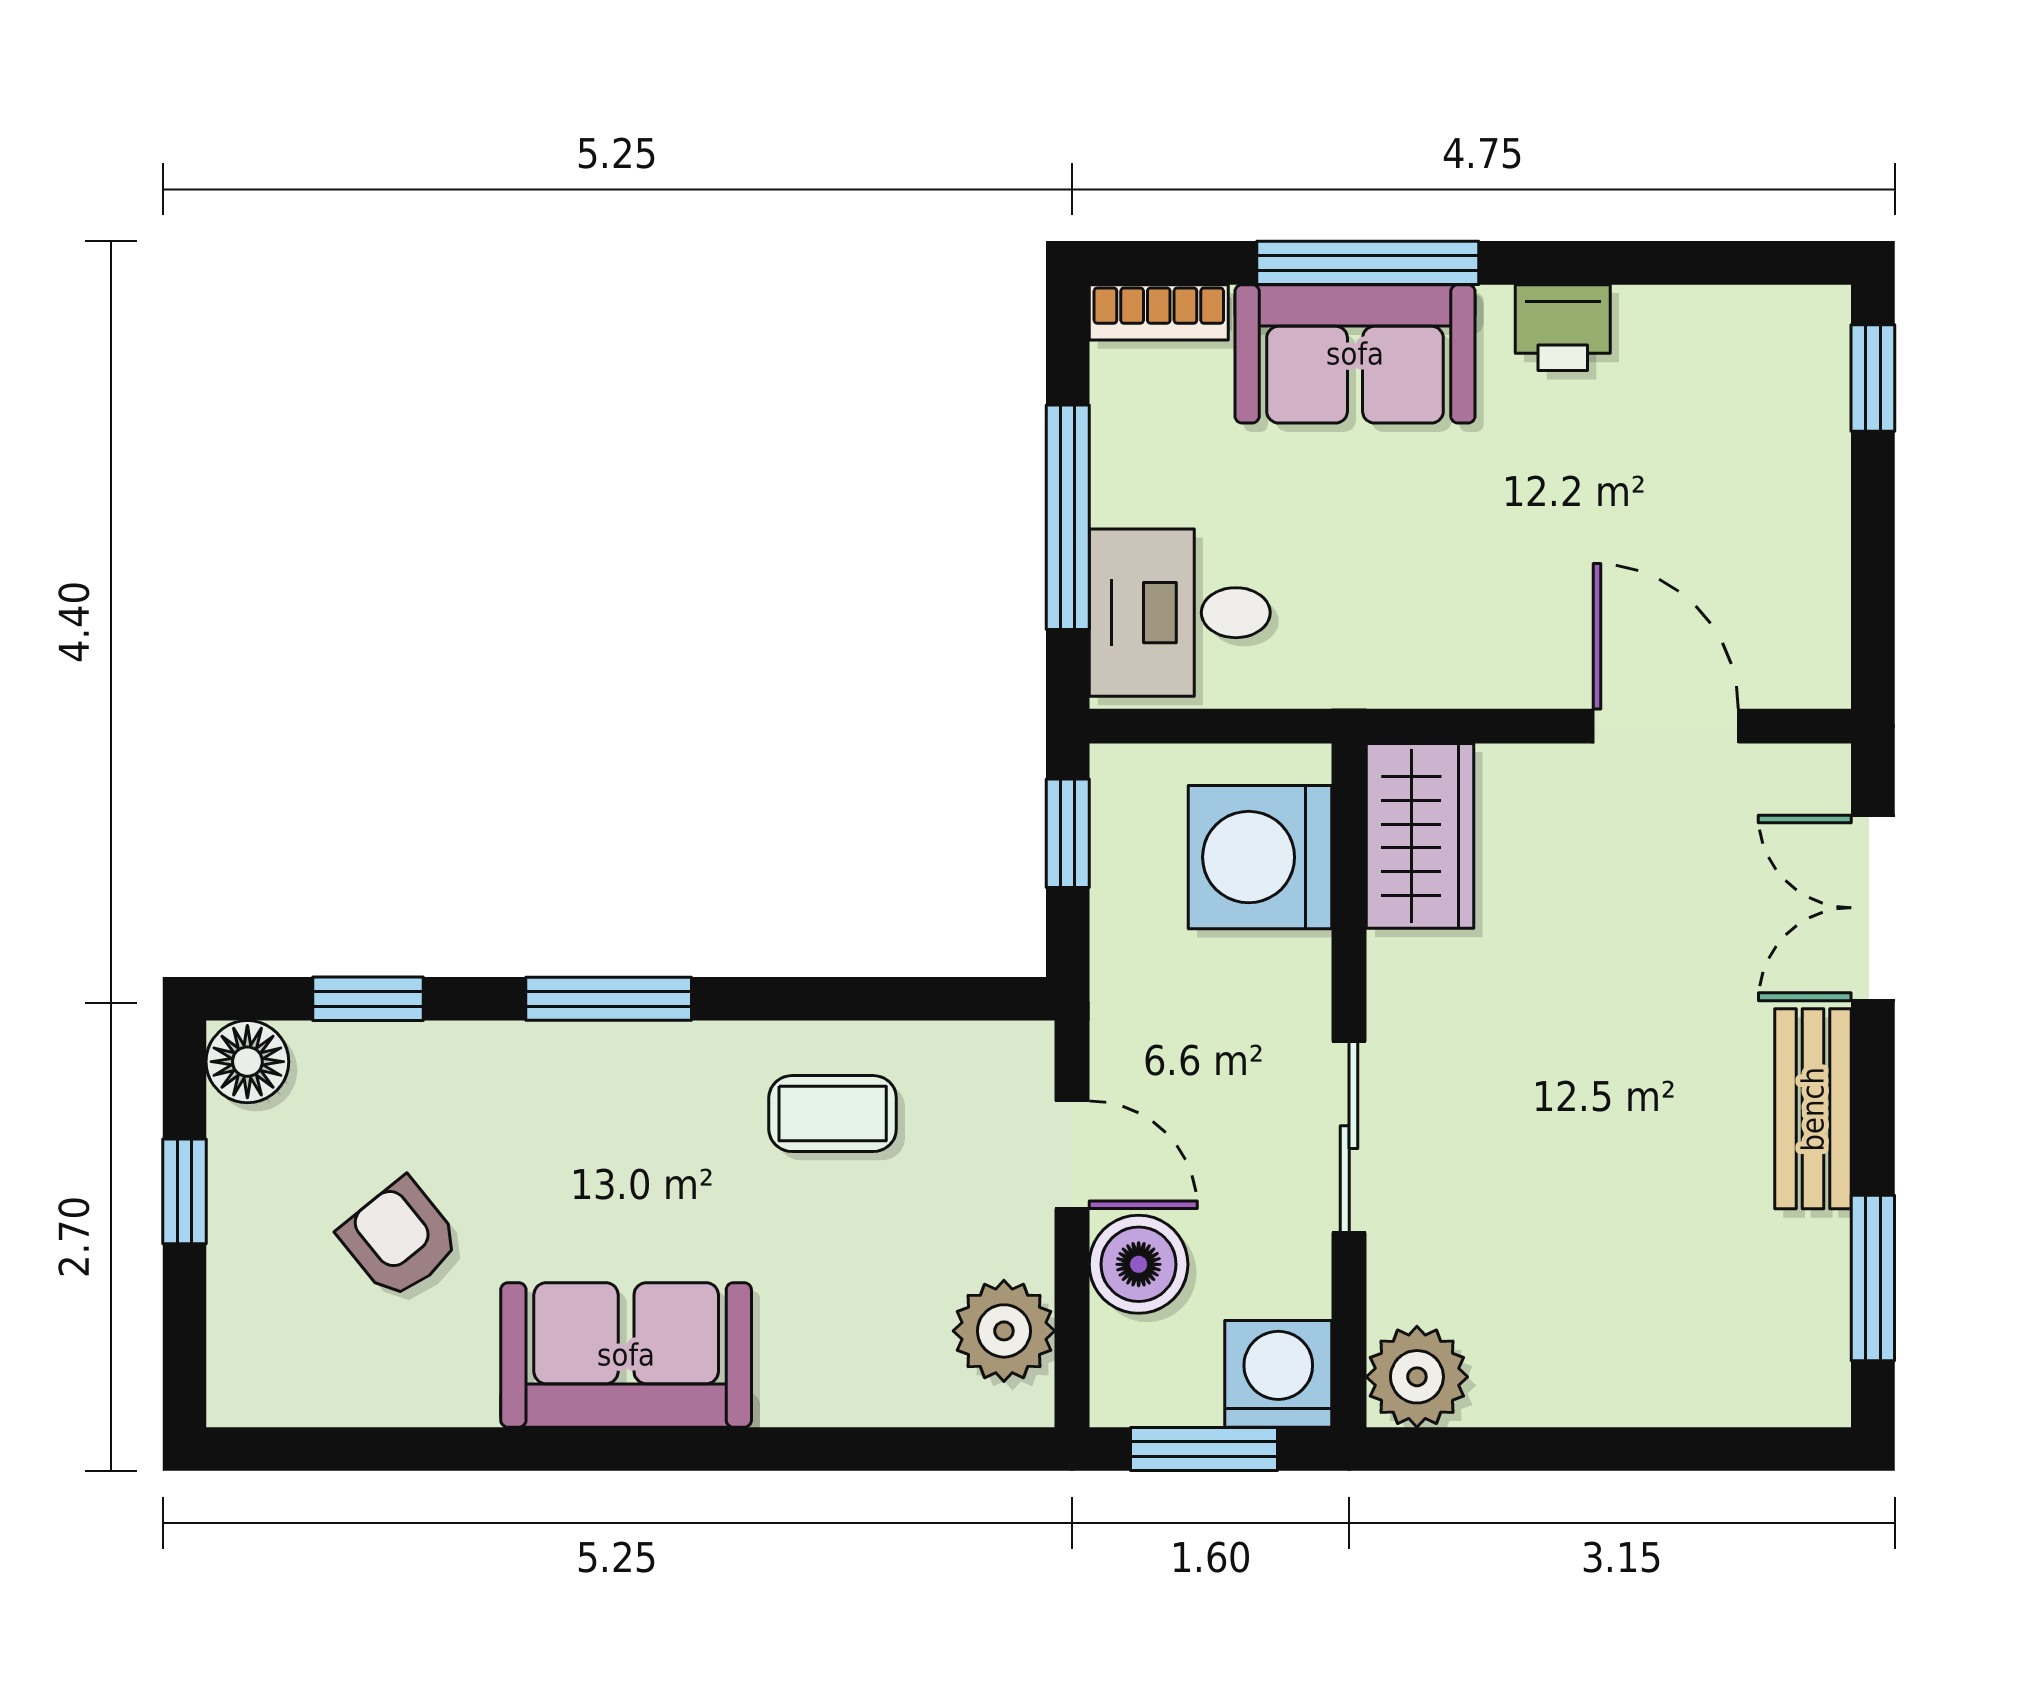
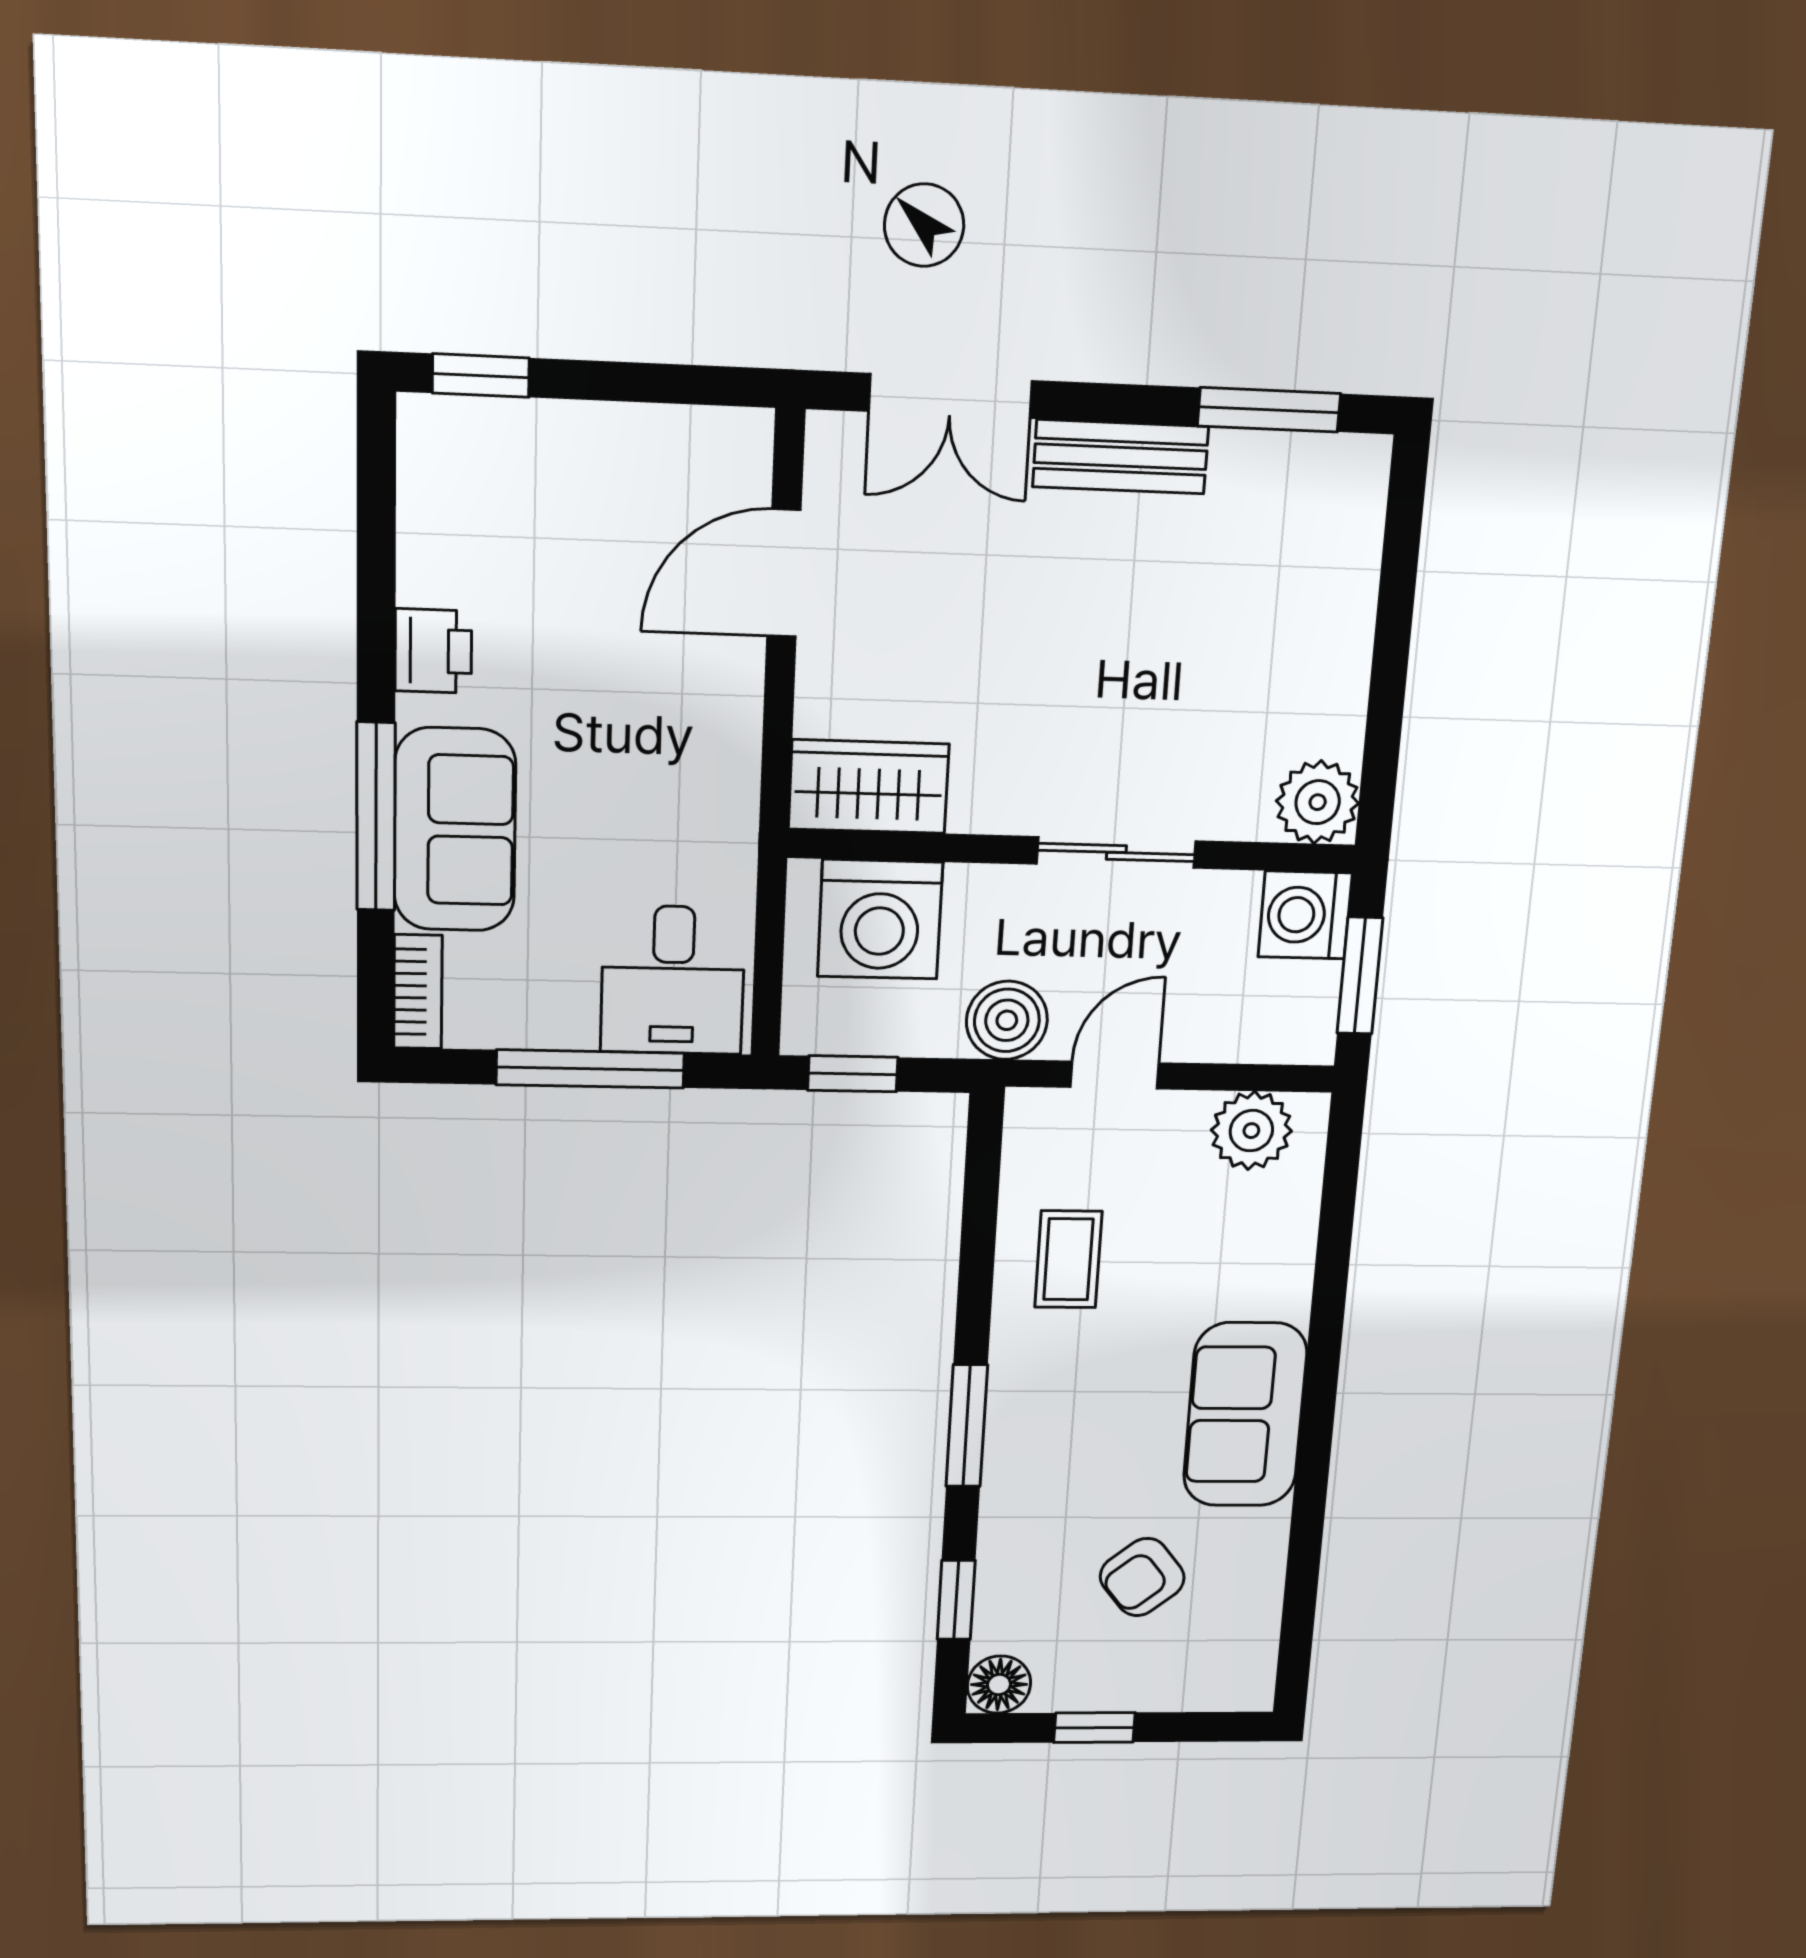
boiler: (1139, 1264) -> (1007, 1020), moved

